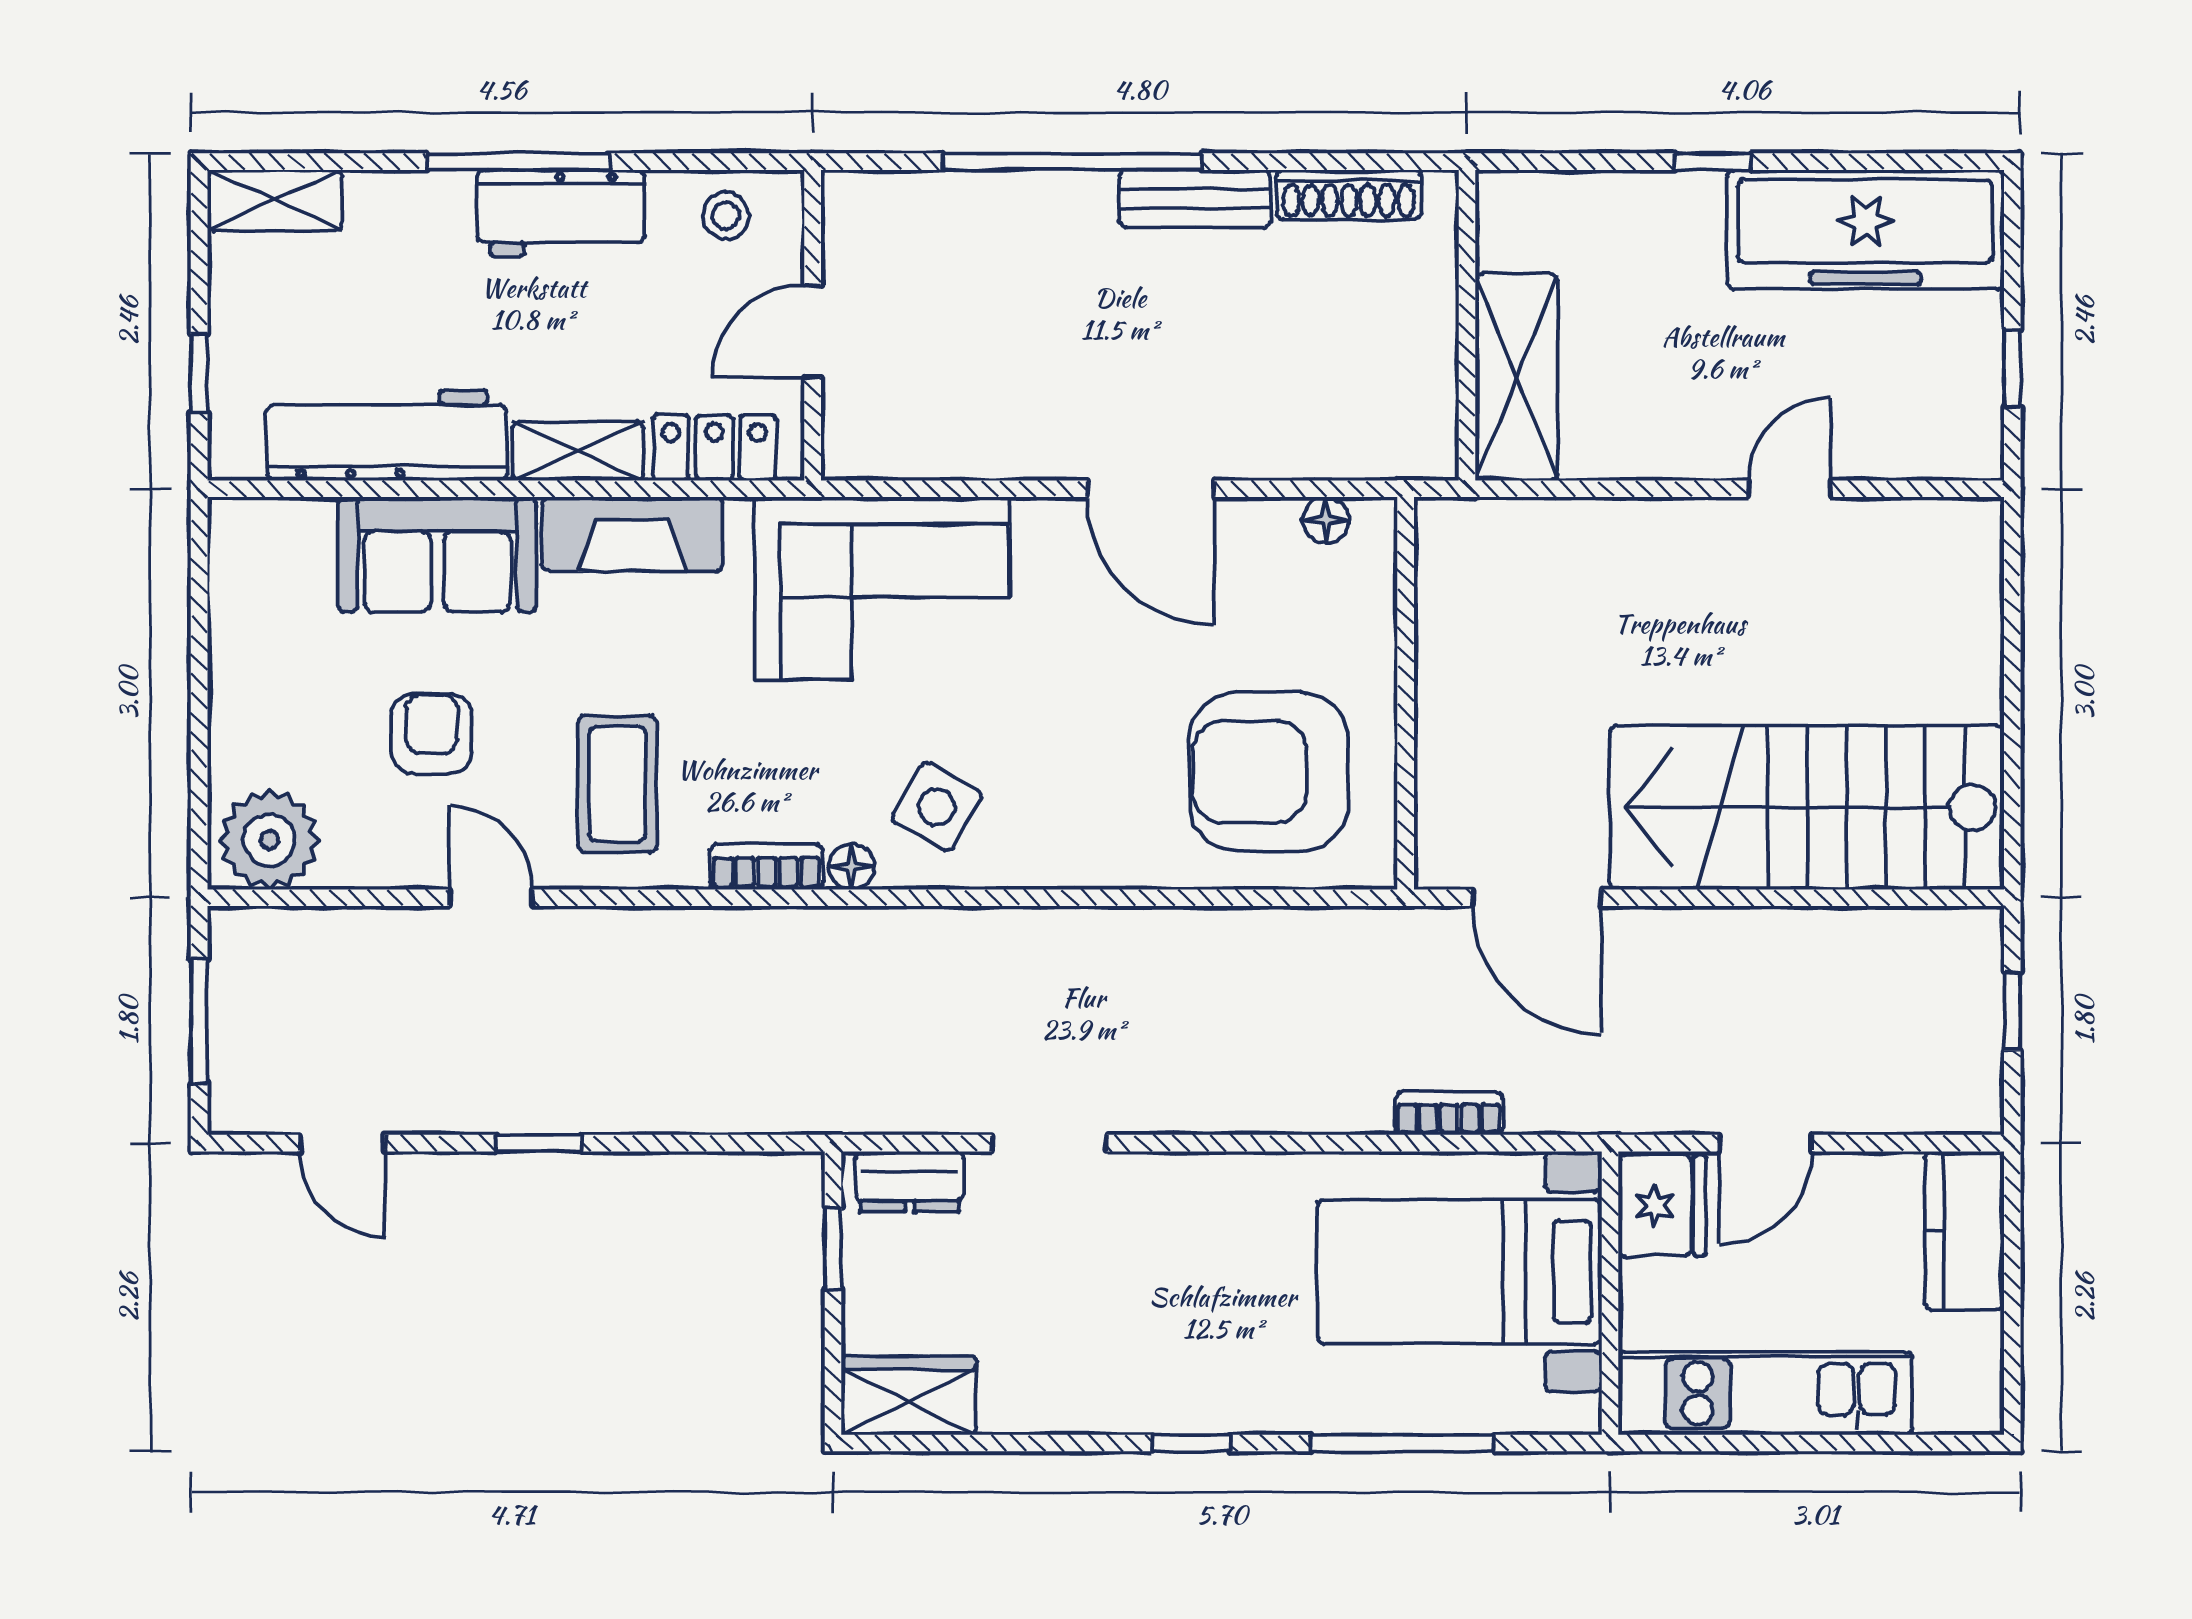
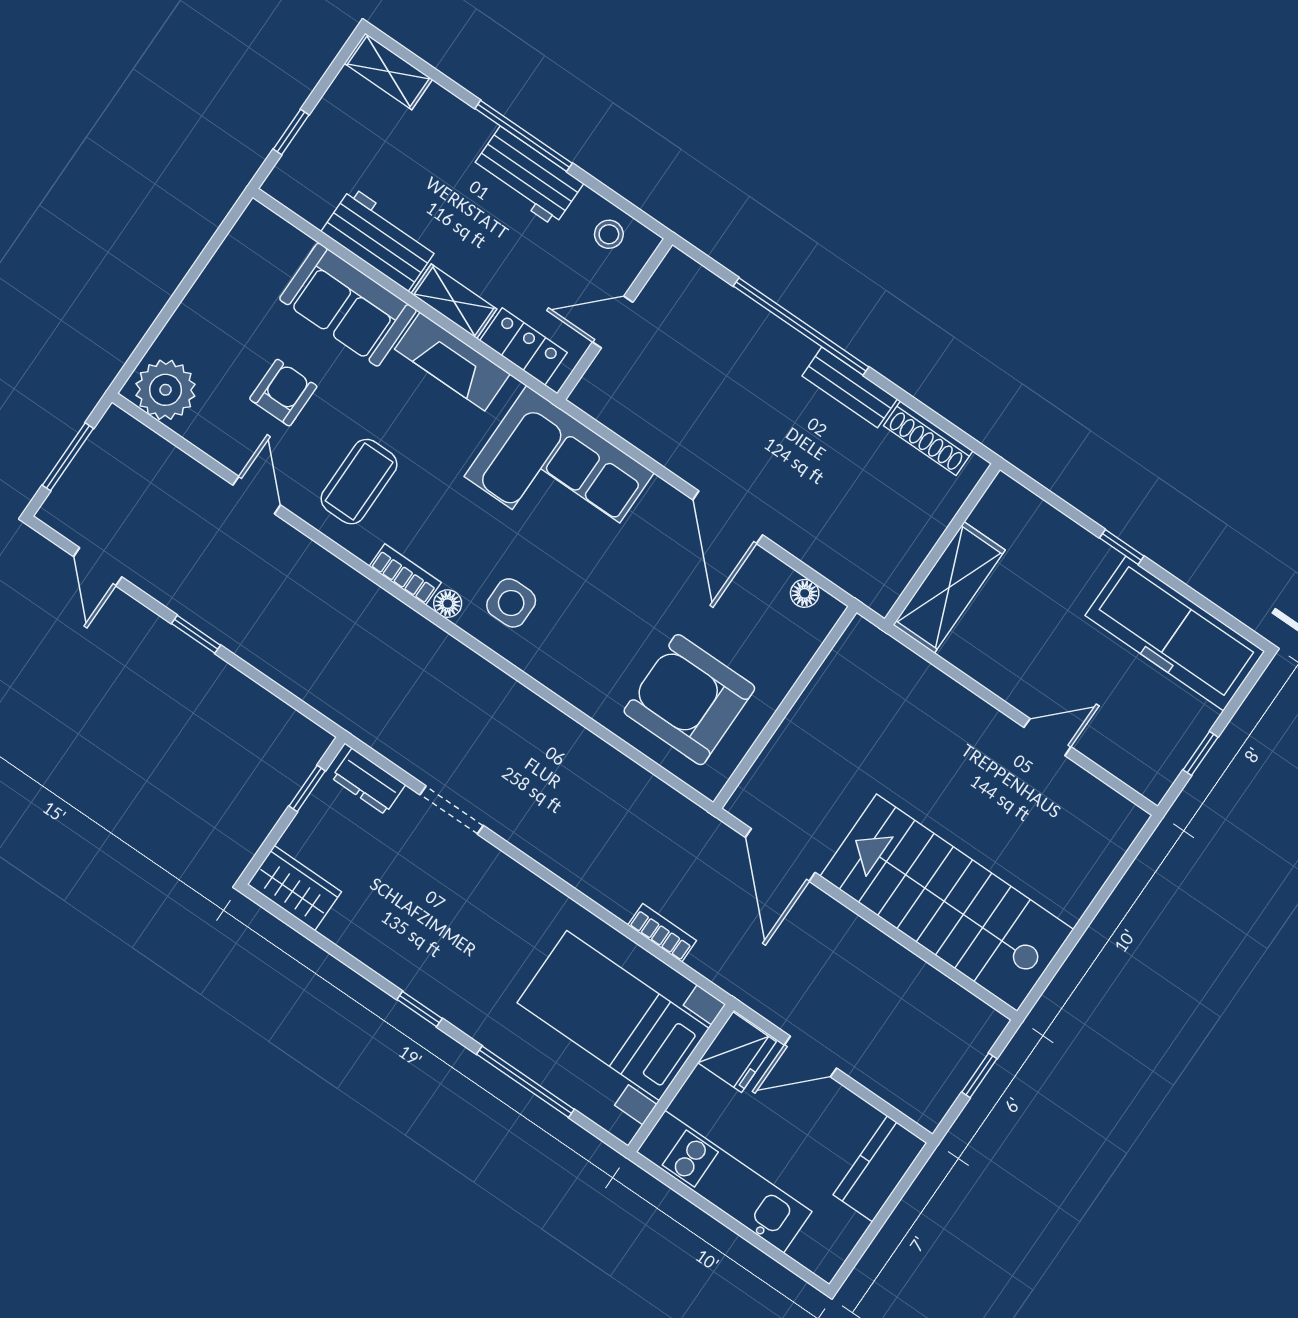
workbench: (387, 436) -> (380, 239), width x0.73
side table: (937, 807) -> (511, 603), turned -30

